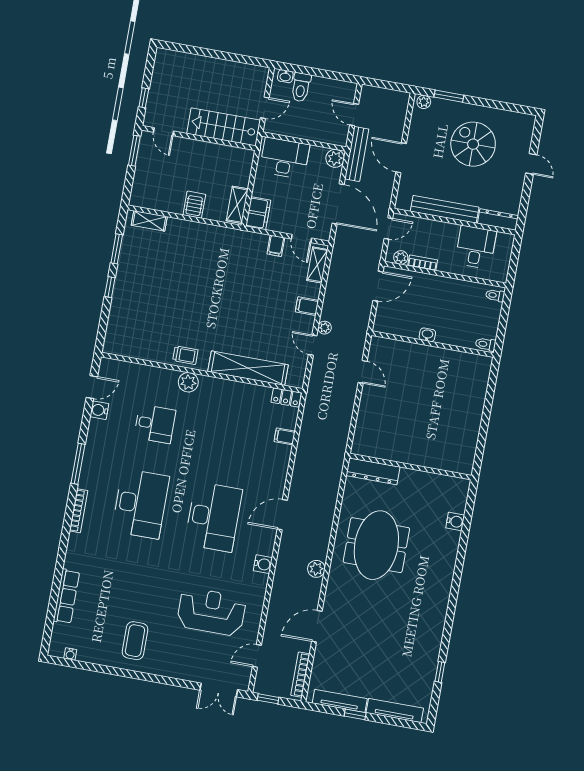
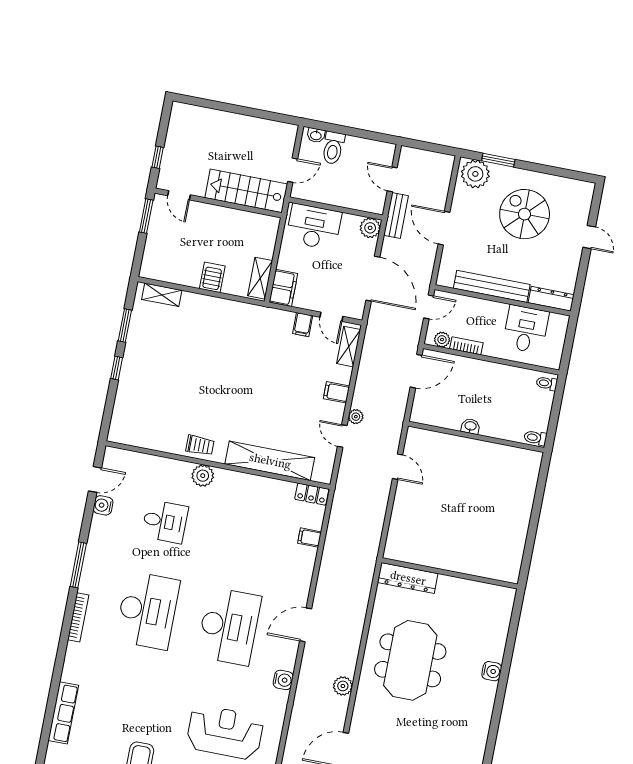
plant: (424, 102) -> (475, 174), width x1.88, depth x1.88
bench: (357, 154) -> (396, 215), width x0.73
water cooler: (455, 521) -> (492, 671), moved

